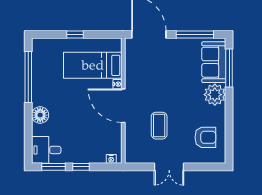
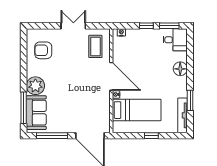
tv unit: (37, 59) -> (182, 115), added
window: (28, 77) -> (190, 100), width x0.47
coffee table: (159, 126) -> (95, 46), moved

